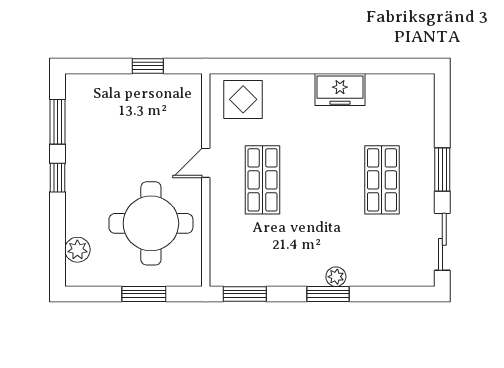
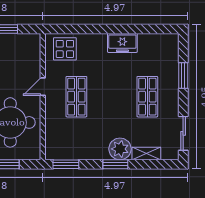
window: (442, 170) -> (183, 76), moved
shelving: (380, 276) -> (146, 154), added
plant: (336, 277) -> (120, 149), width x1.88, depth x1.88

